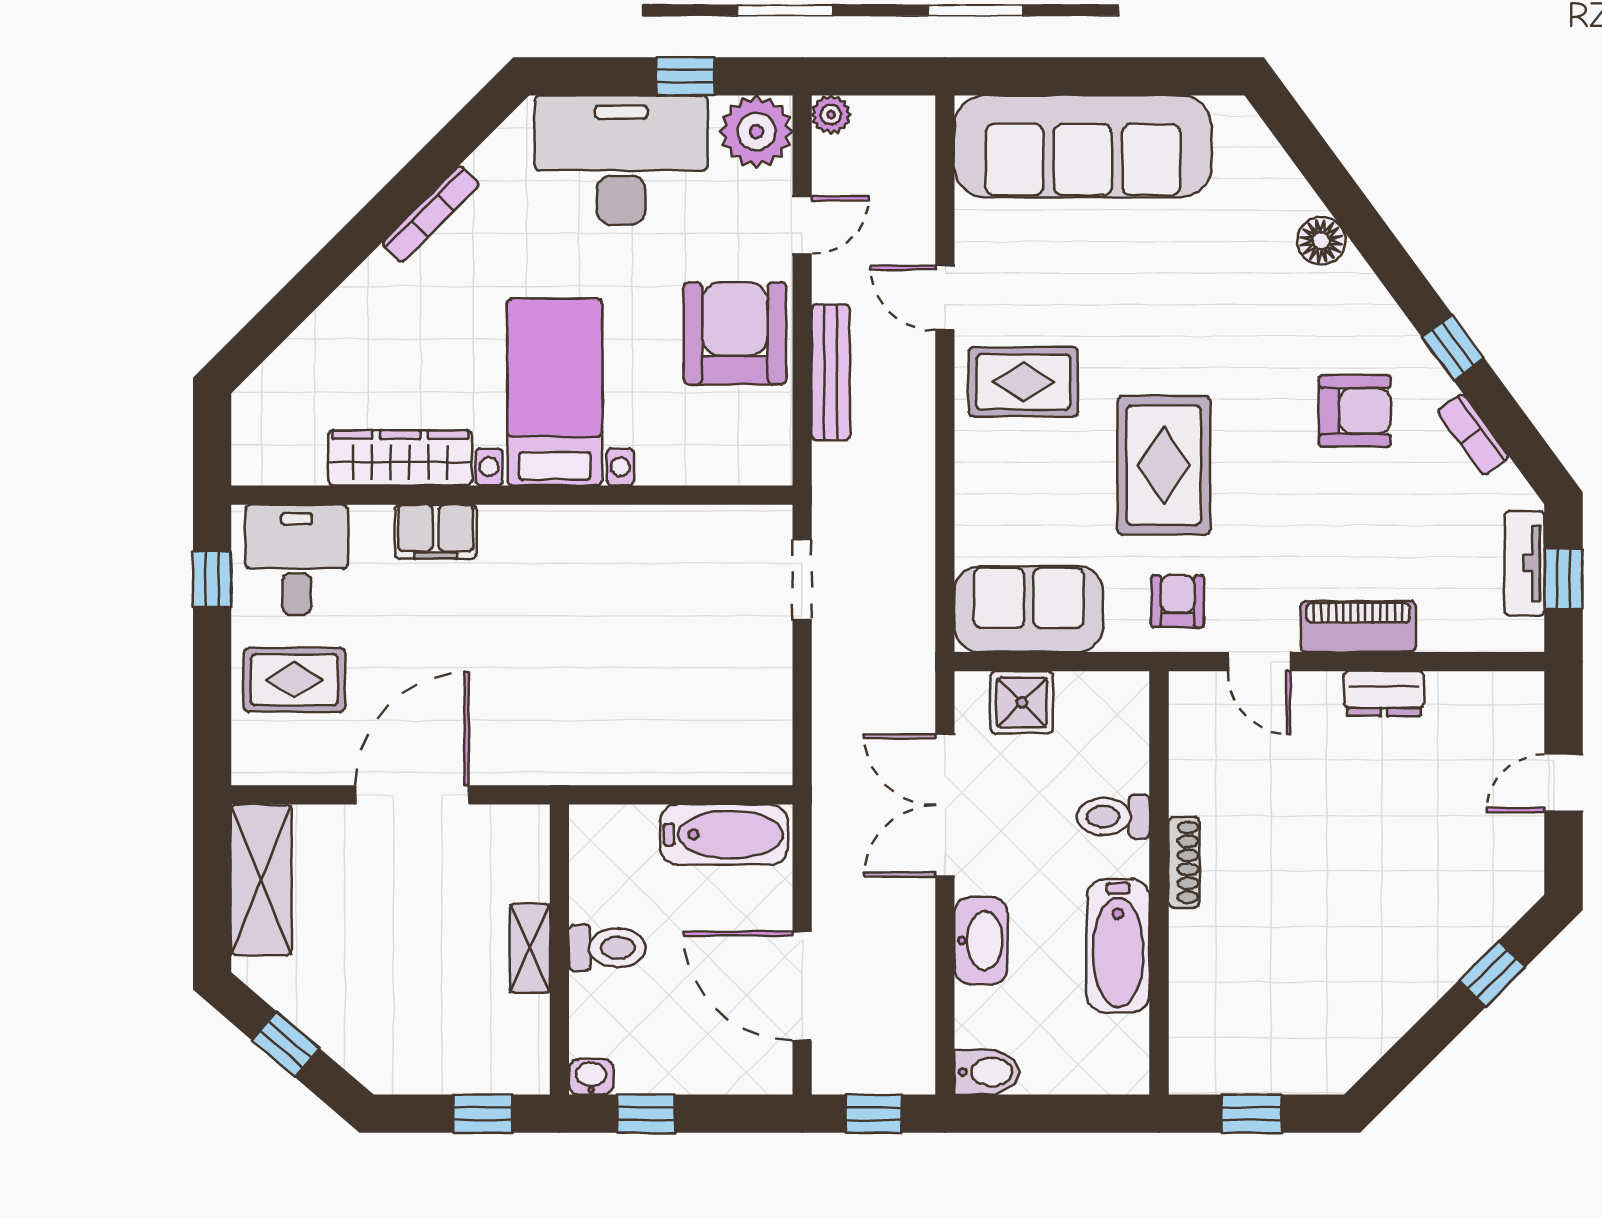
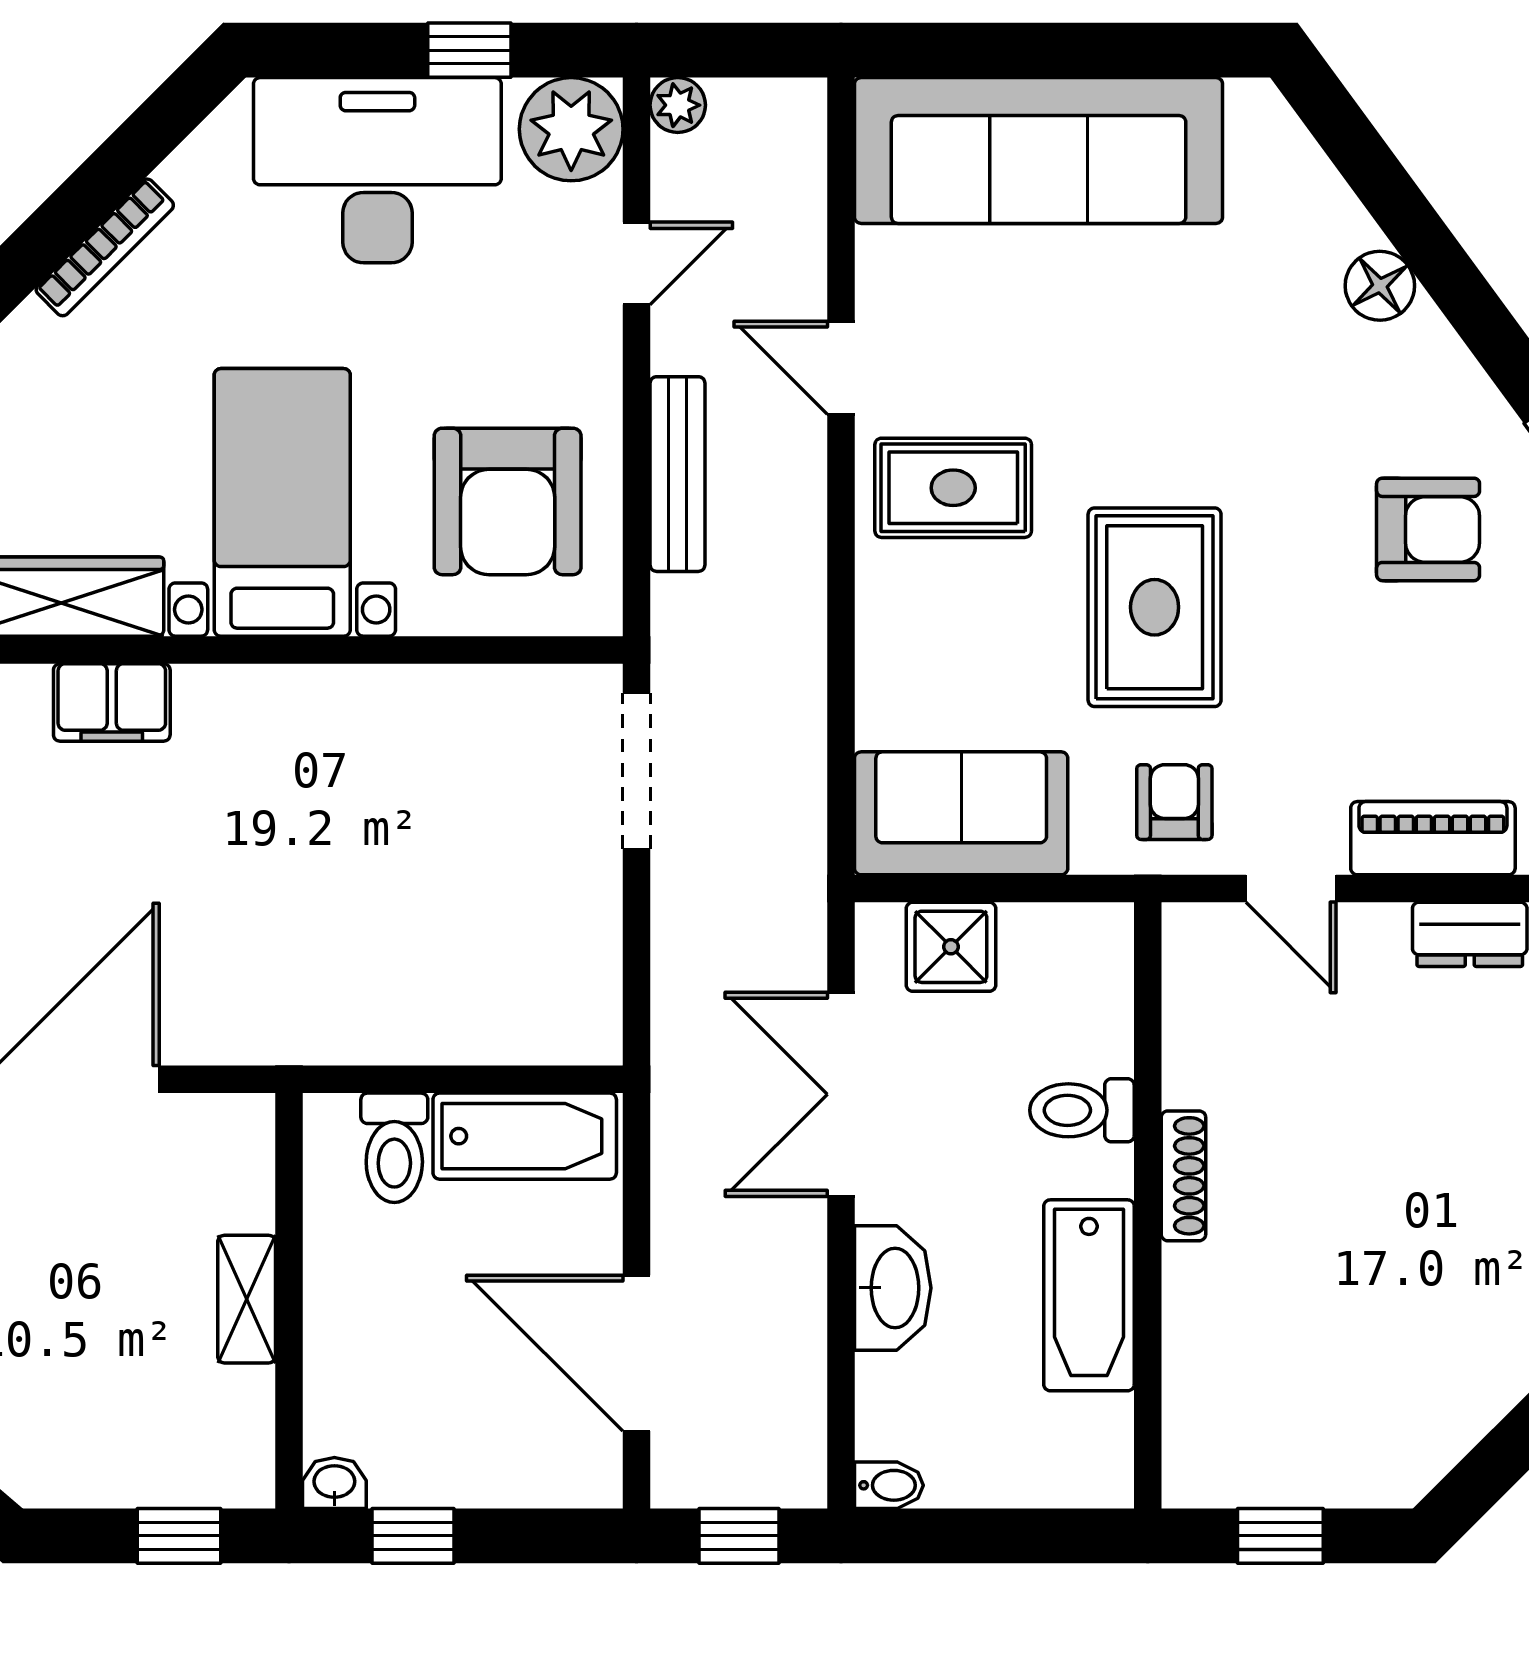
armchair: (735, 333) -> (508, 501), moved, turned 180
doorway: (802, 579) -> (637, 771), width x1.38
toilet: (607, 948) -> (394, 1148), moved, turned 90
bidet: (987, 1072) -> (889, 1485), width x0.72, depth x0.74

